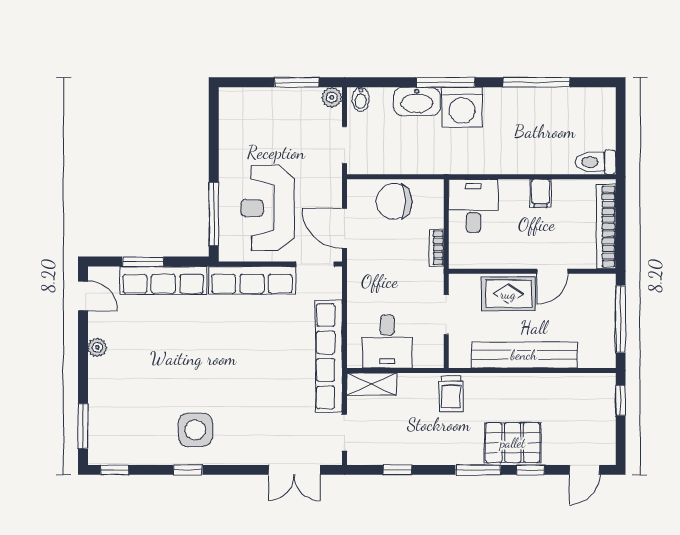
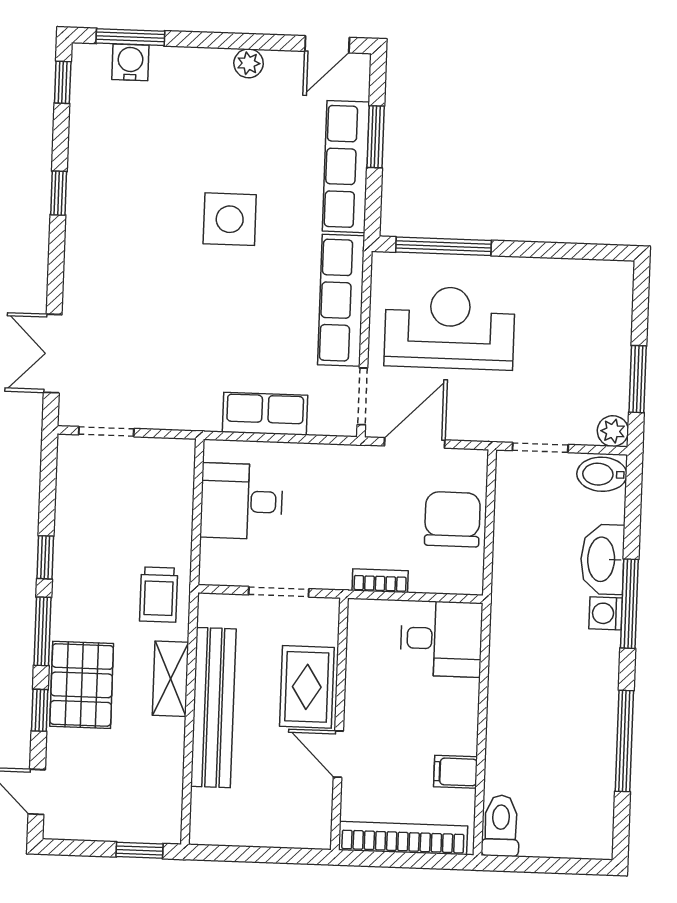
bidet: (361, 99) -> (602, 474), width x1.38, depth x1.36
washing machine: (462, 107) -> (606, 613), width x0.53, depth x0.53
filing cabinet: (541, 193) -> (456, 772), moved
window: (621, 319) -> (262, 855), removed
row of seats: (329, 356) -> (265, 414), width x0.50
shelving: (372, 384) -> (170, 679), moved
trolley: (451, 394) -> (159, 595), turned -90
water cooler: (100, 426) -> (130, 62), added
side table: (195, 430) -> (230, 219), moved
window: (398, 470) -> (45, 557), moved

